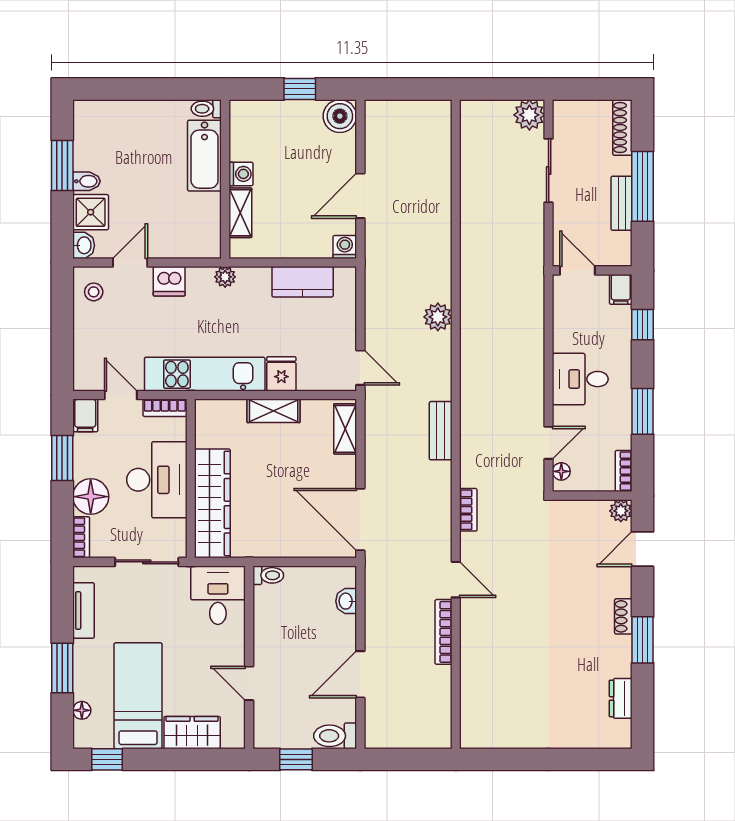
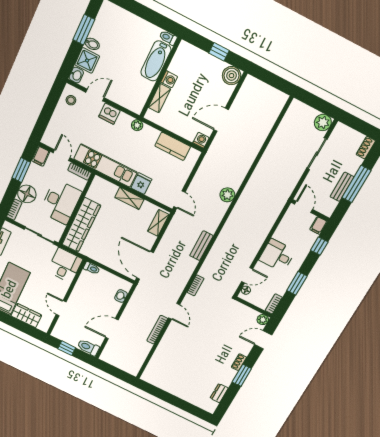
shoe rack: (622, 127) -> (366, 148), width x0.70

